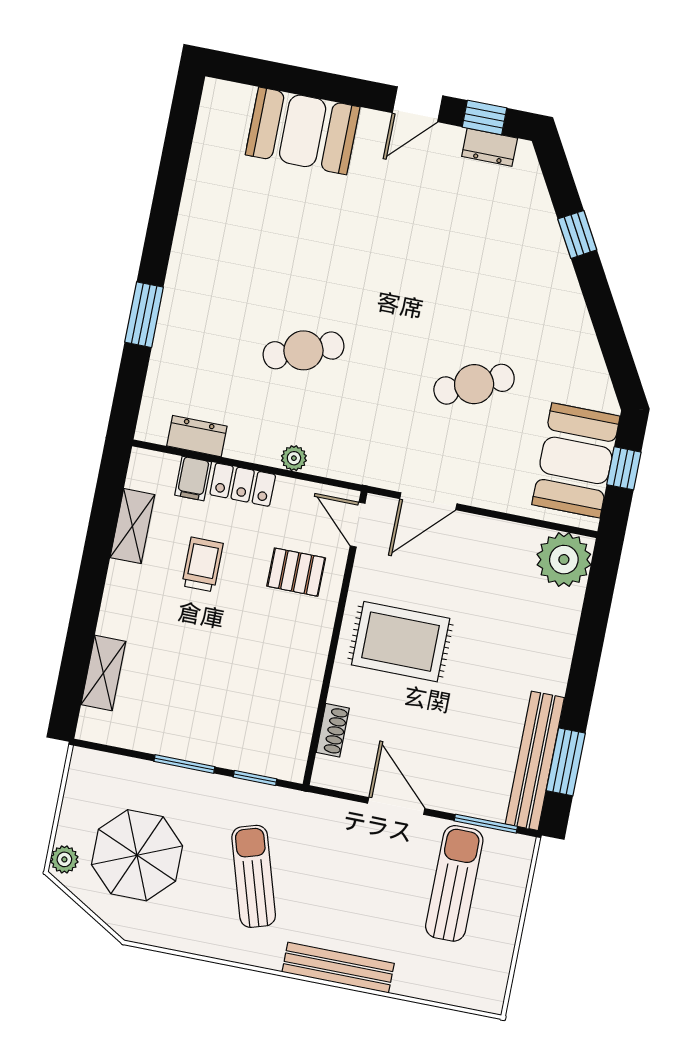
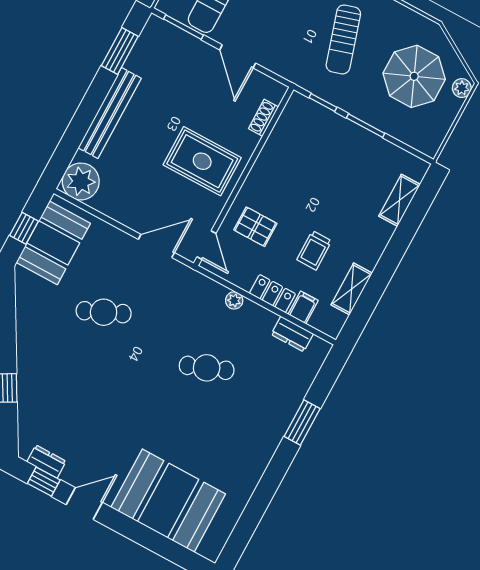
booth: (303, 131) -> (168, 501), width x1.36, depth x1.42
bench: (535, 761) -> (110, 113), moved

